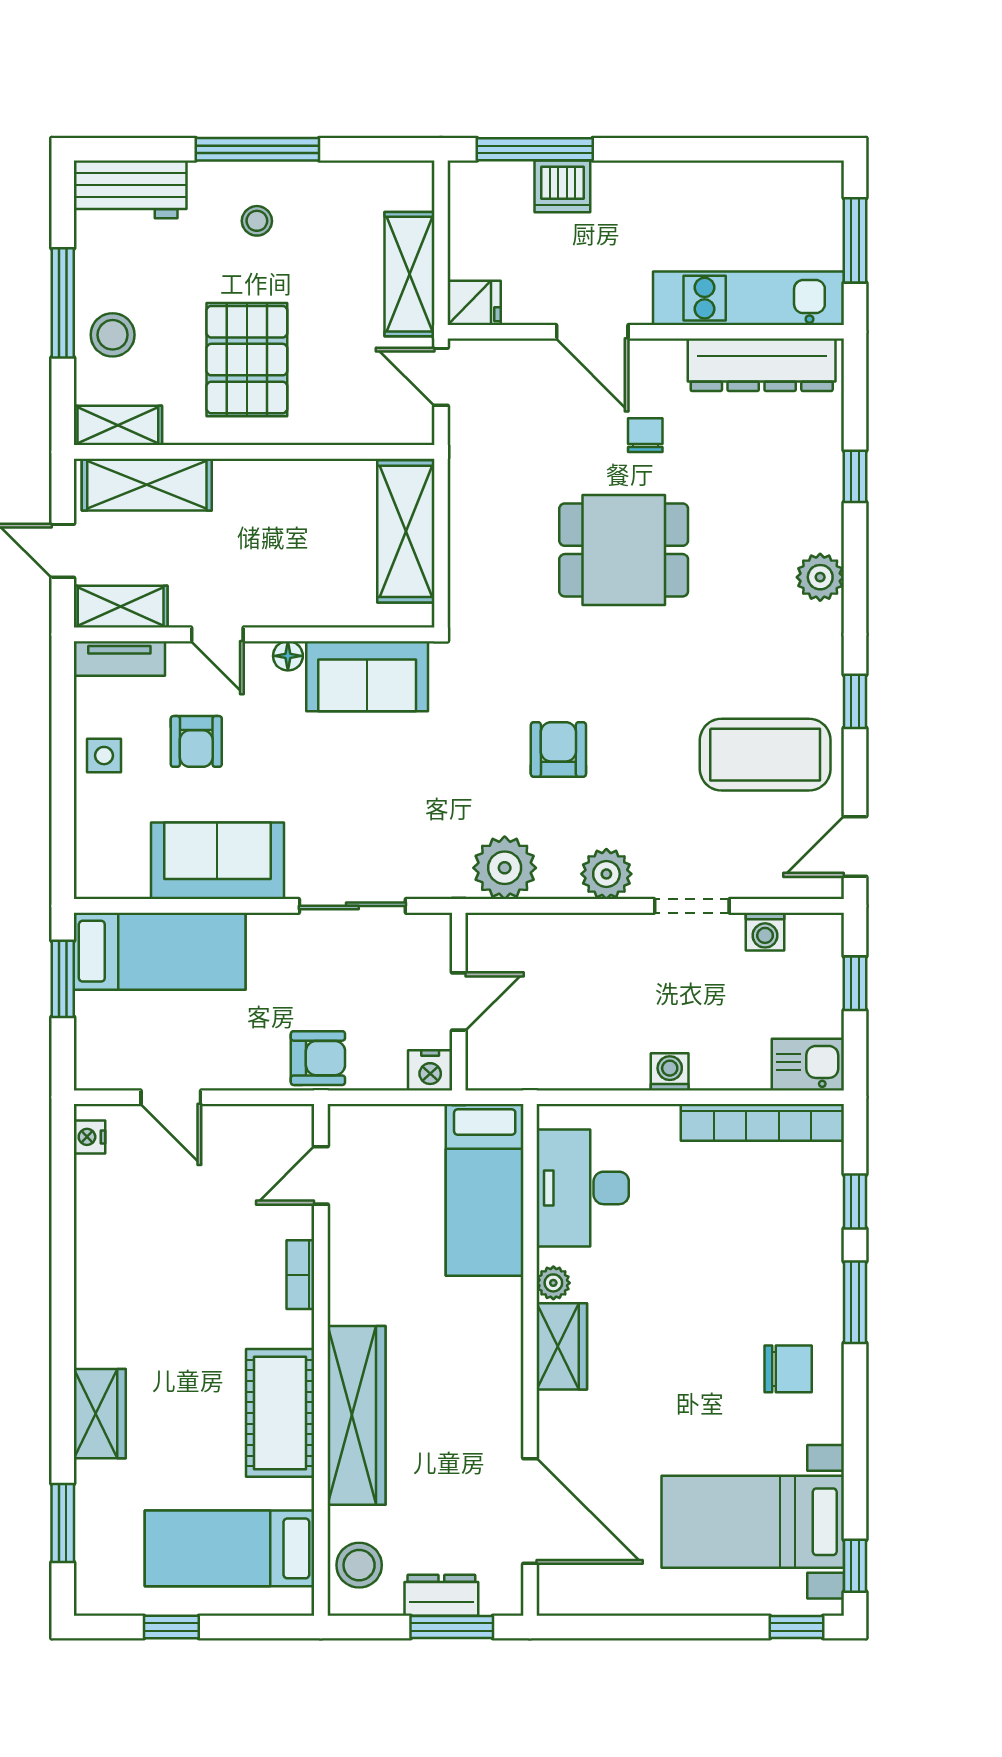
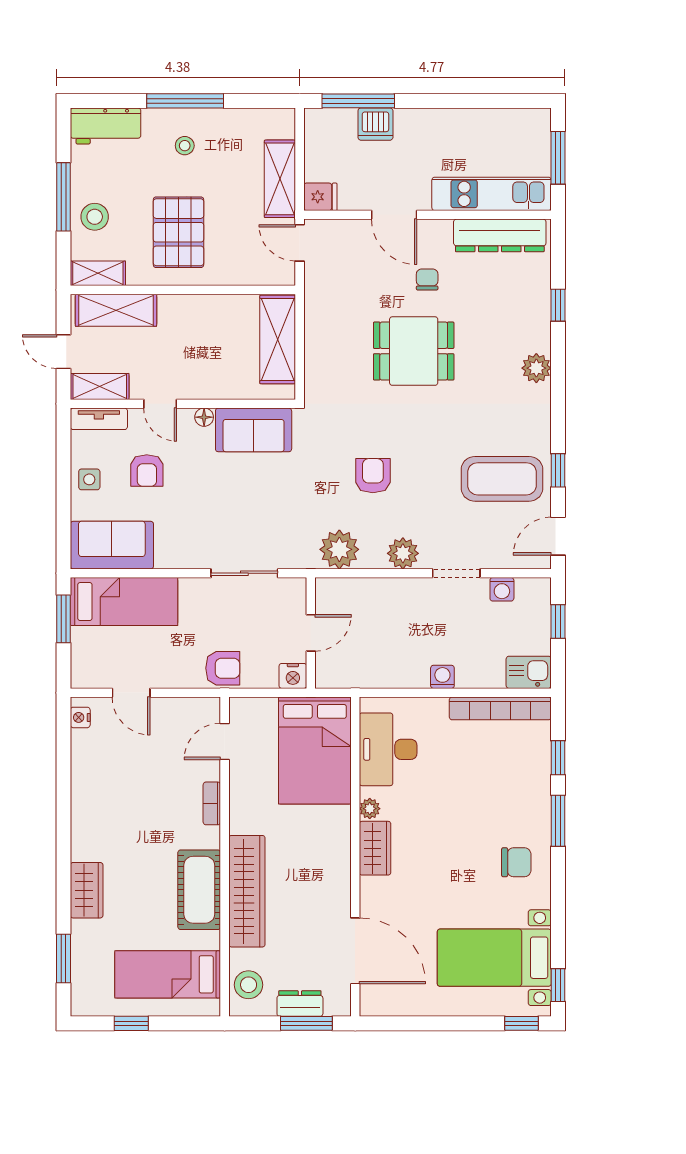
window: (855, 701) -> (558, 470), moved
sofa: (217, 861) -> (112, 545), moved
bed: (485, 1190) -> (315, 751), width x1.50

